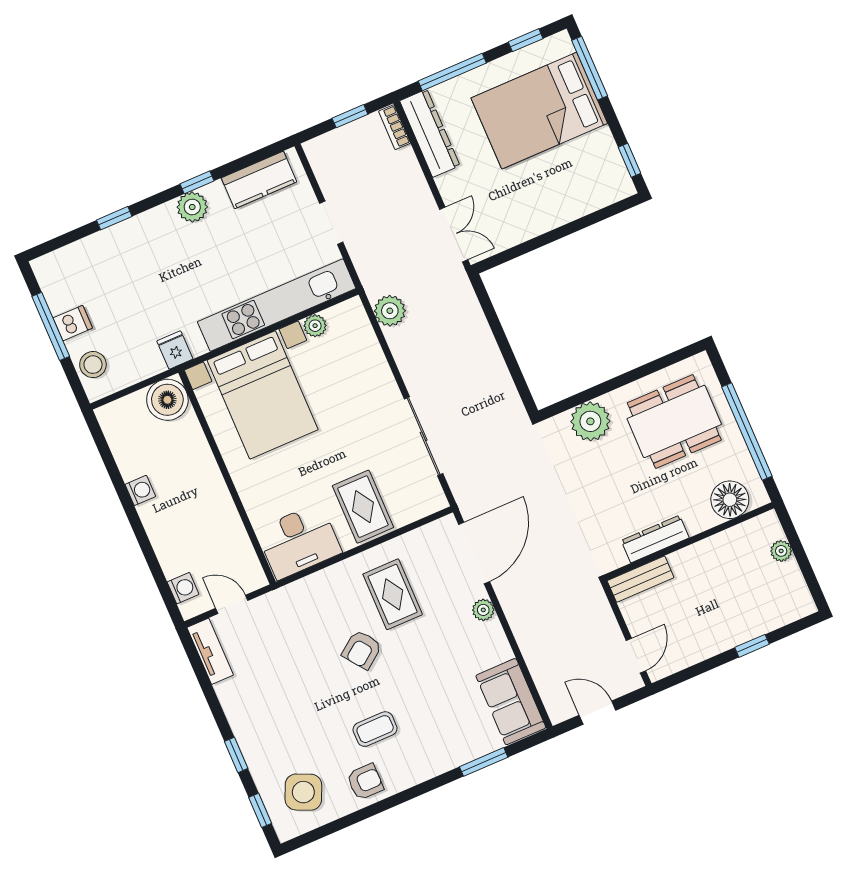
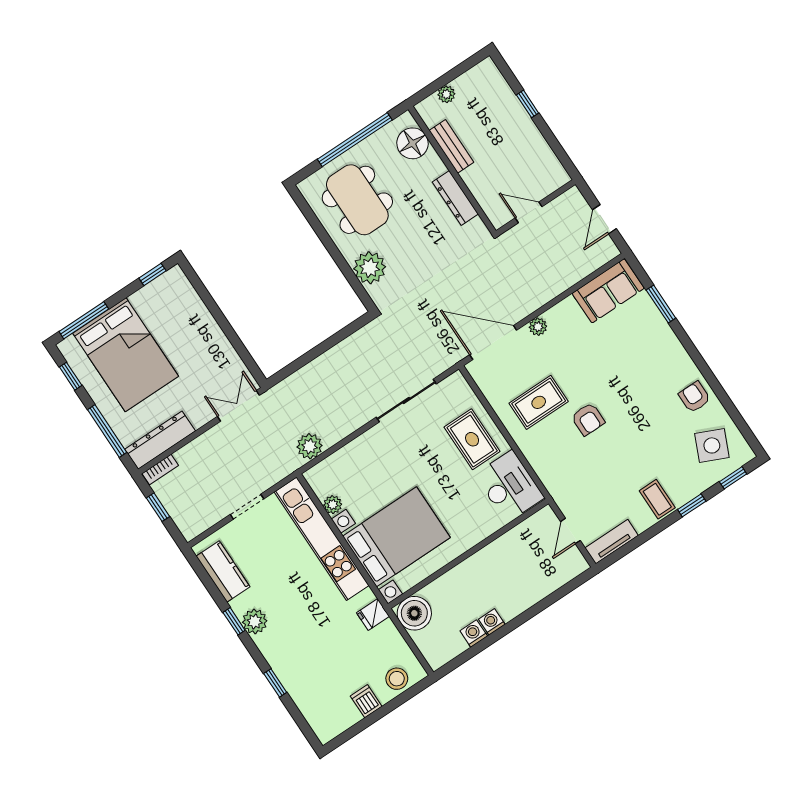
window: (51, 326) -> (372, 719), removed
rug: (363, 507) -> (472, 439), turned 90
bench: (641, 579) -> (451, 146), moved
washing machine: (183, 588) -> (474, 633), moved
armchair: (362, 650) -> (588, 419), turned 37
door: (636, 656) -> (529, 212), moved
coffee table: (375, 729) -> (657, 499), moved

